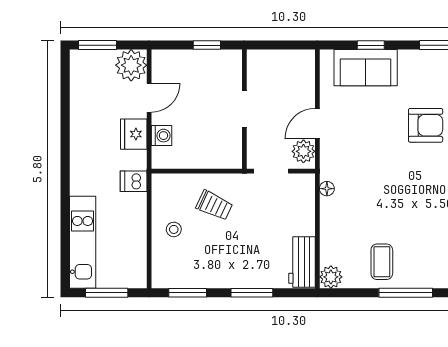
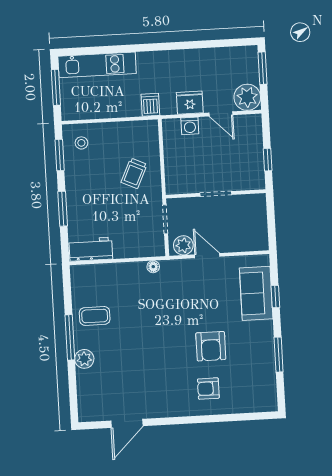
stool: (174, 229) -> (81, 143), moved
plant: (331, 277) -> (84, 359), moved

